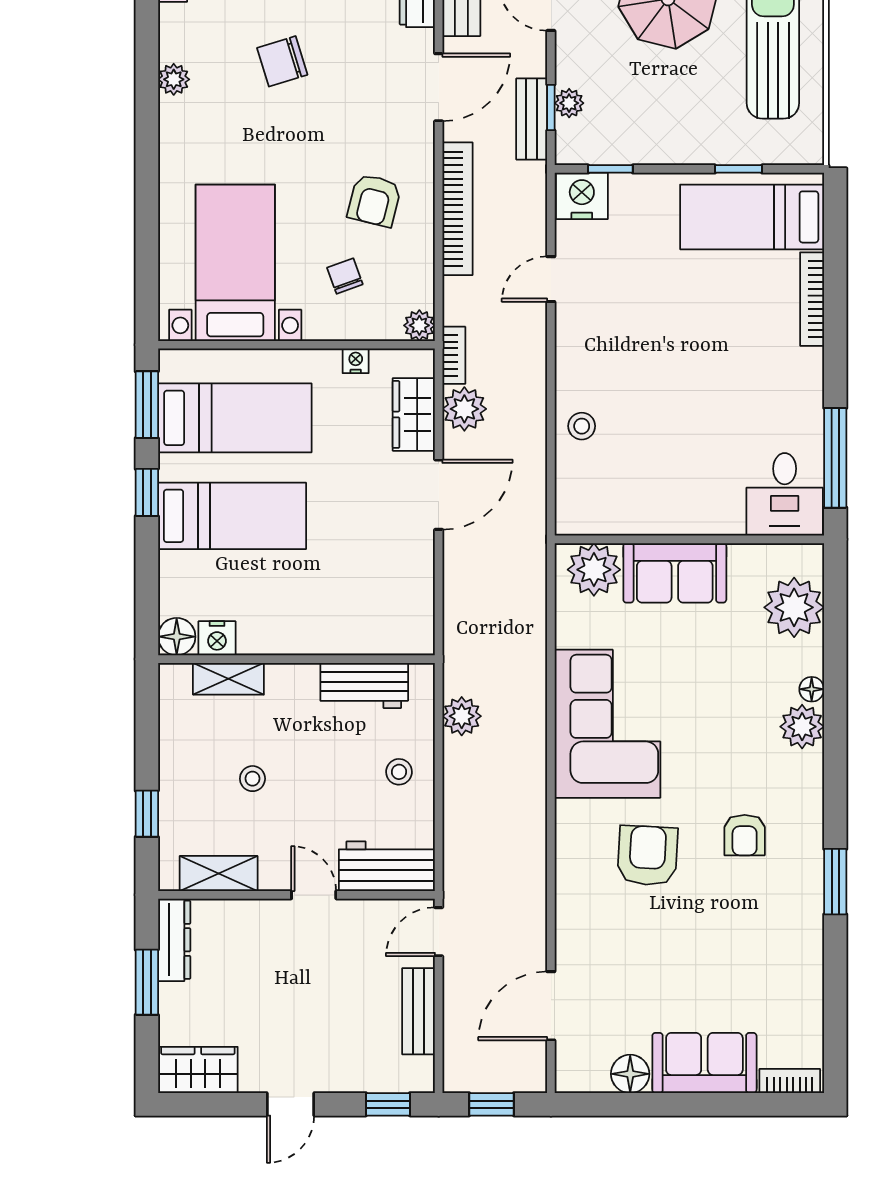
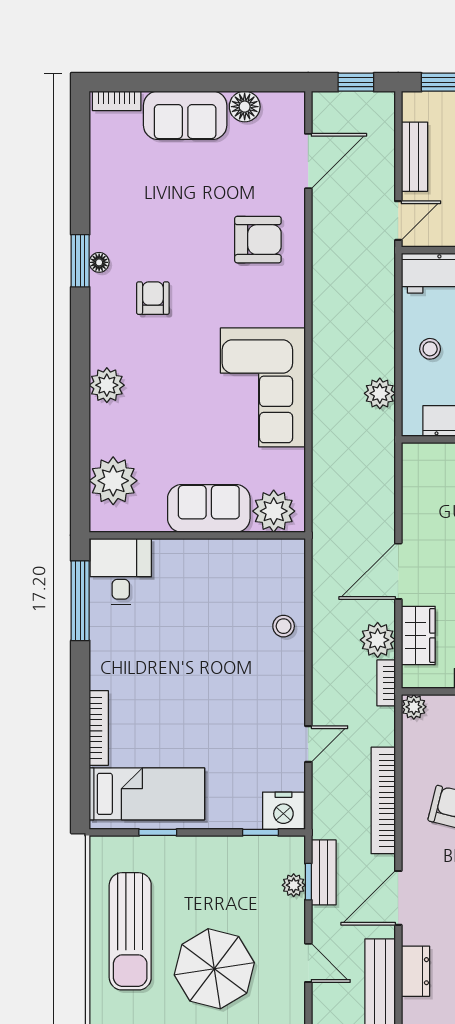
floor lamp: (812, 689) -> (99, 262), moved
armchair: (648, 856) -> (258, 240), moved, turned -93

